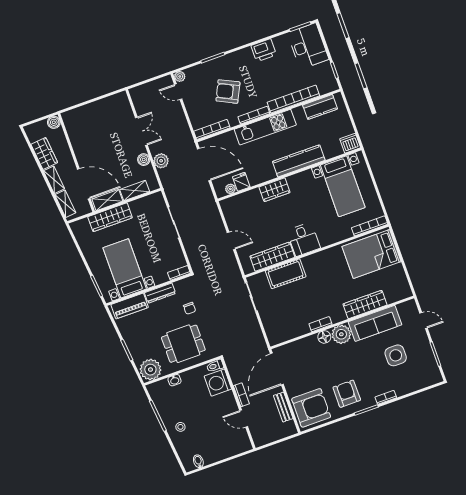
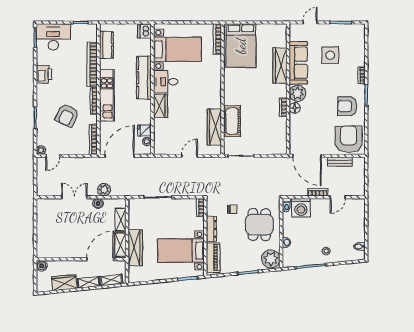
desk: (304, 239) -> (166, 82), moved, turned 180

